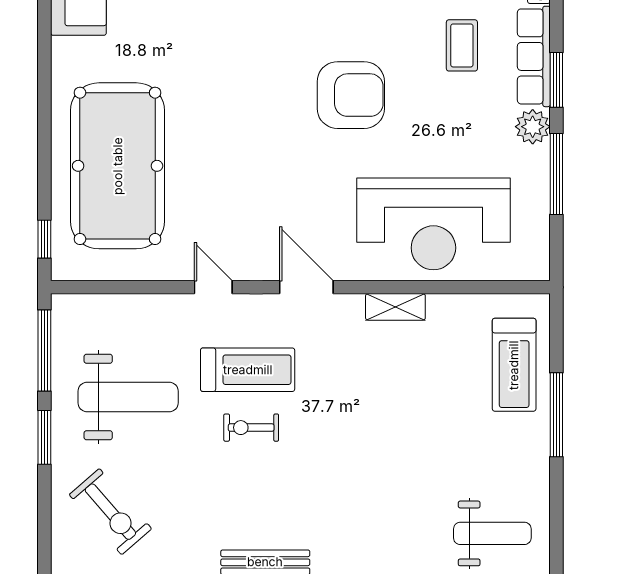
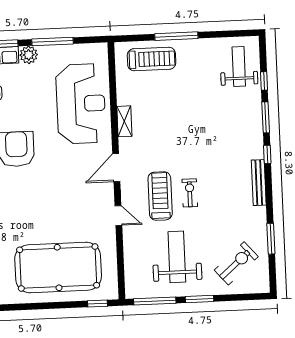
door: (213, 287) -> (118, 216), swing flipped
exercise bike: (251, 428) -> (190, 193), turned 180

